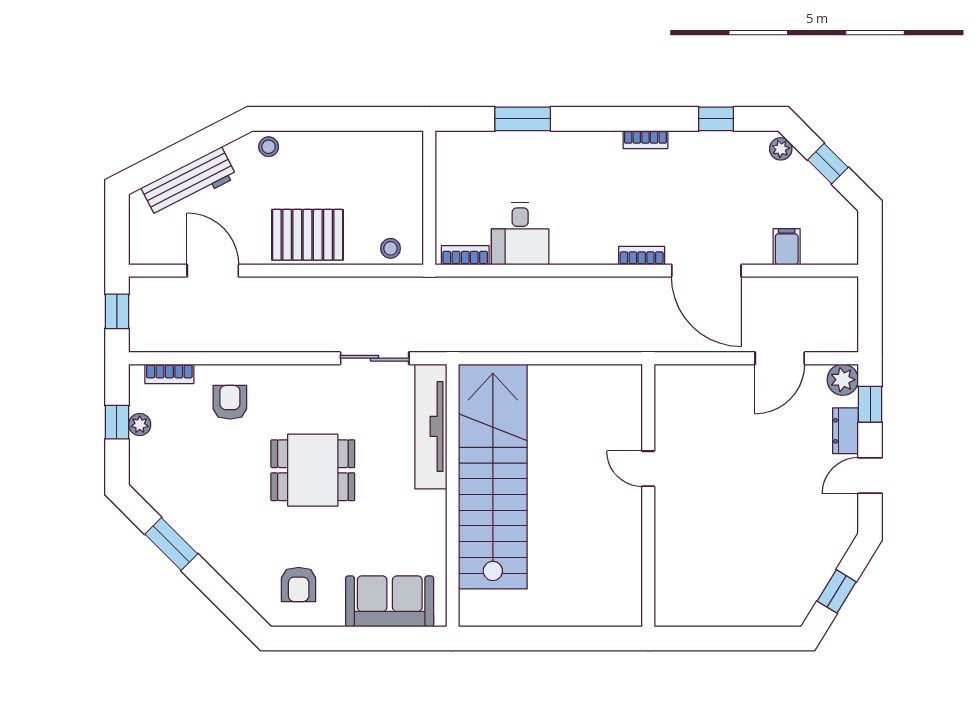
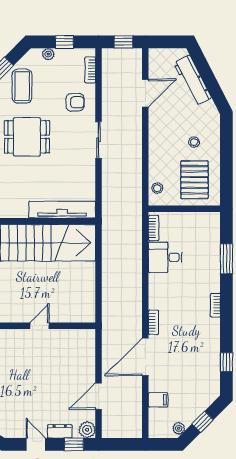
bookcase: (645, 140) -> (215, 305), moved
stool: (269, 147) -> (194, 142), moved
plant: (781, 149) -> (179, 428), moved
pallet: (308, 235) -> (194, 180), moved
sliding door: (375, 358) -> (99, 140), moved
door: (780, 358) -> (99, 396), hinge flipped
plant: (140, 425) -> (48, 54), moved
dining table: (313, 470) -> (27, 137), moved, turned 90
coffee table: (200, 501) -> (22, 86), added

